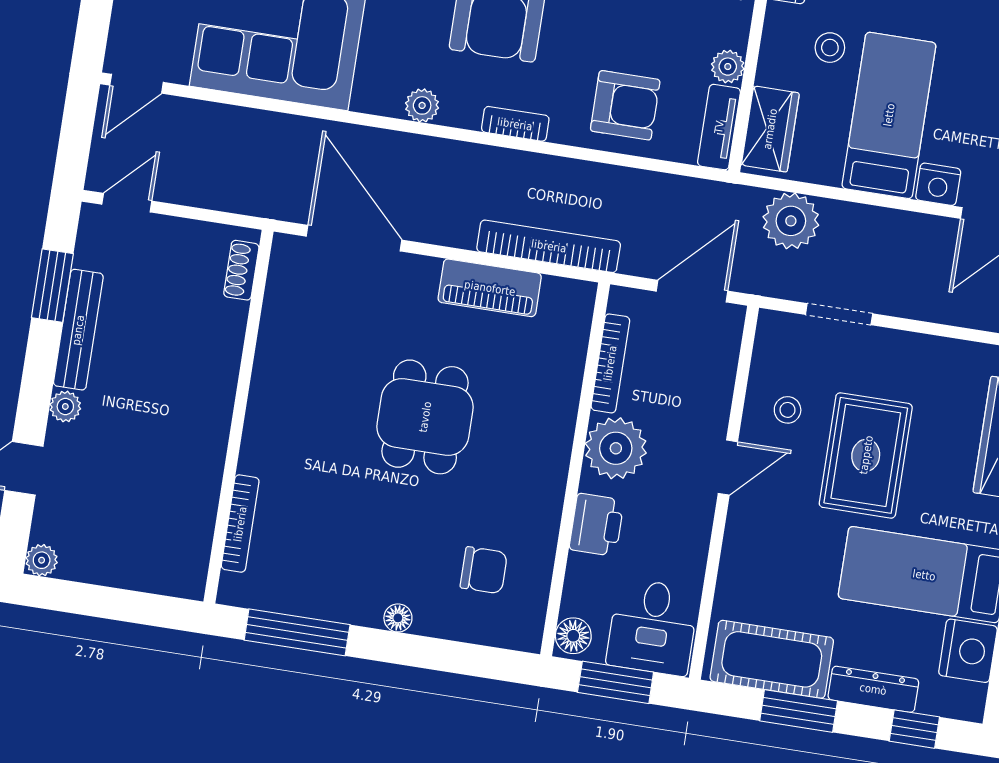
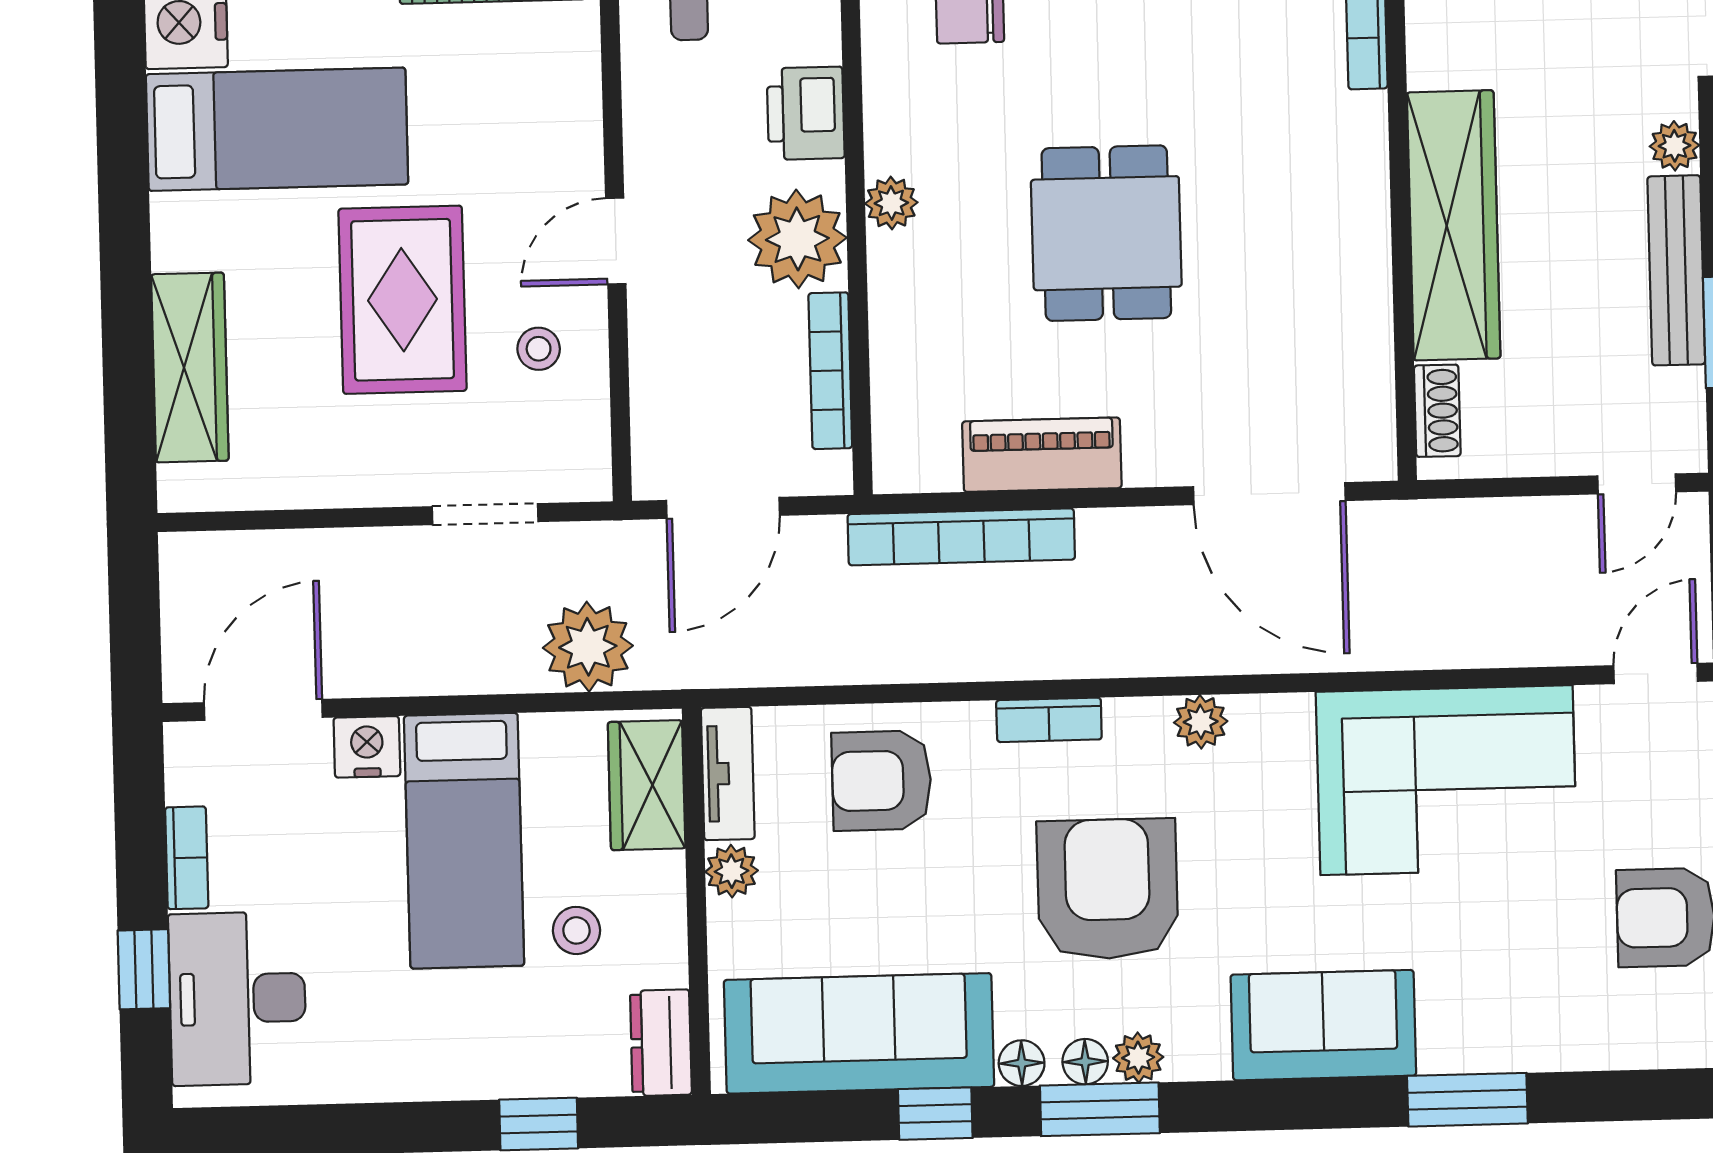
wardrobe: (210, 383) -> (1454, 225), added
plant: (554, 460) -> (891, 203), added

